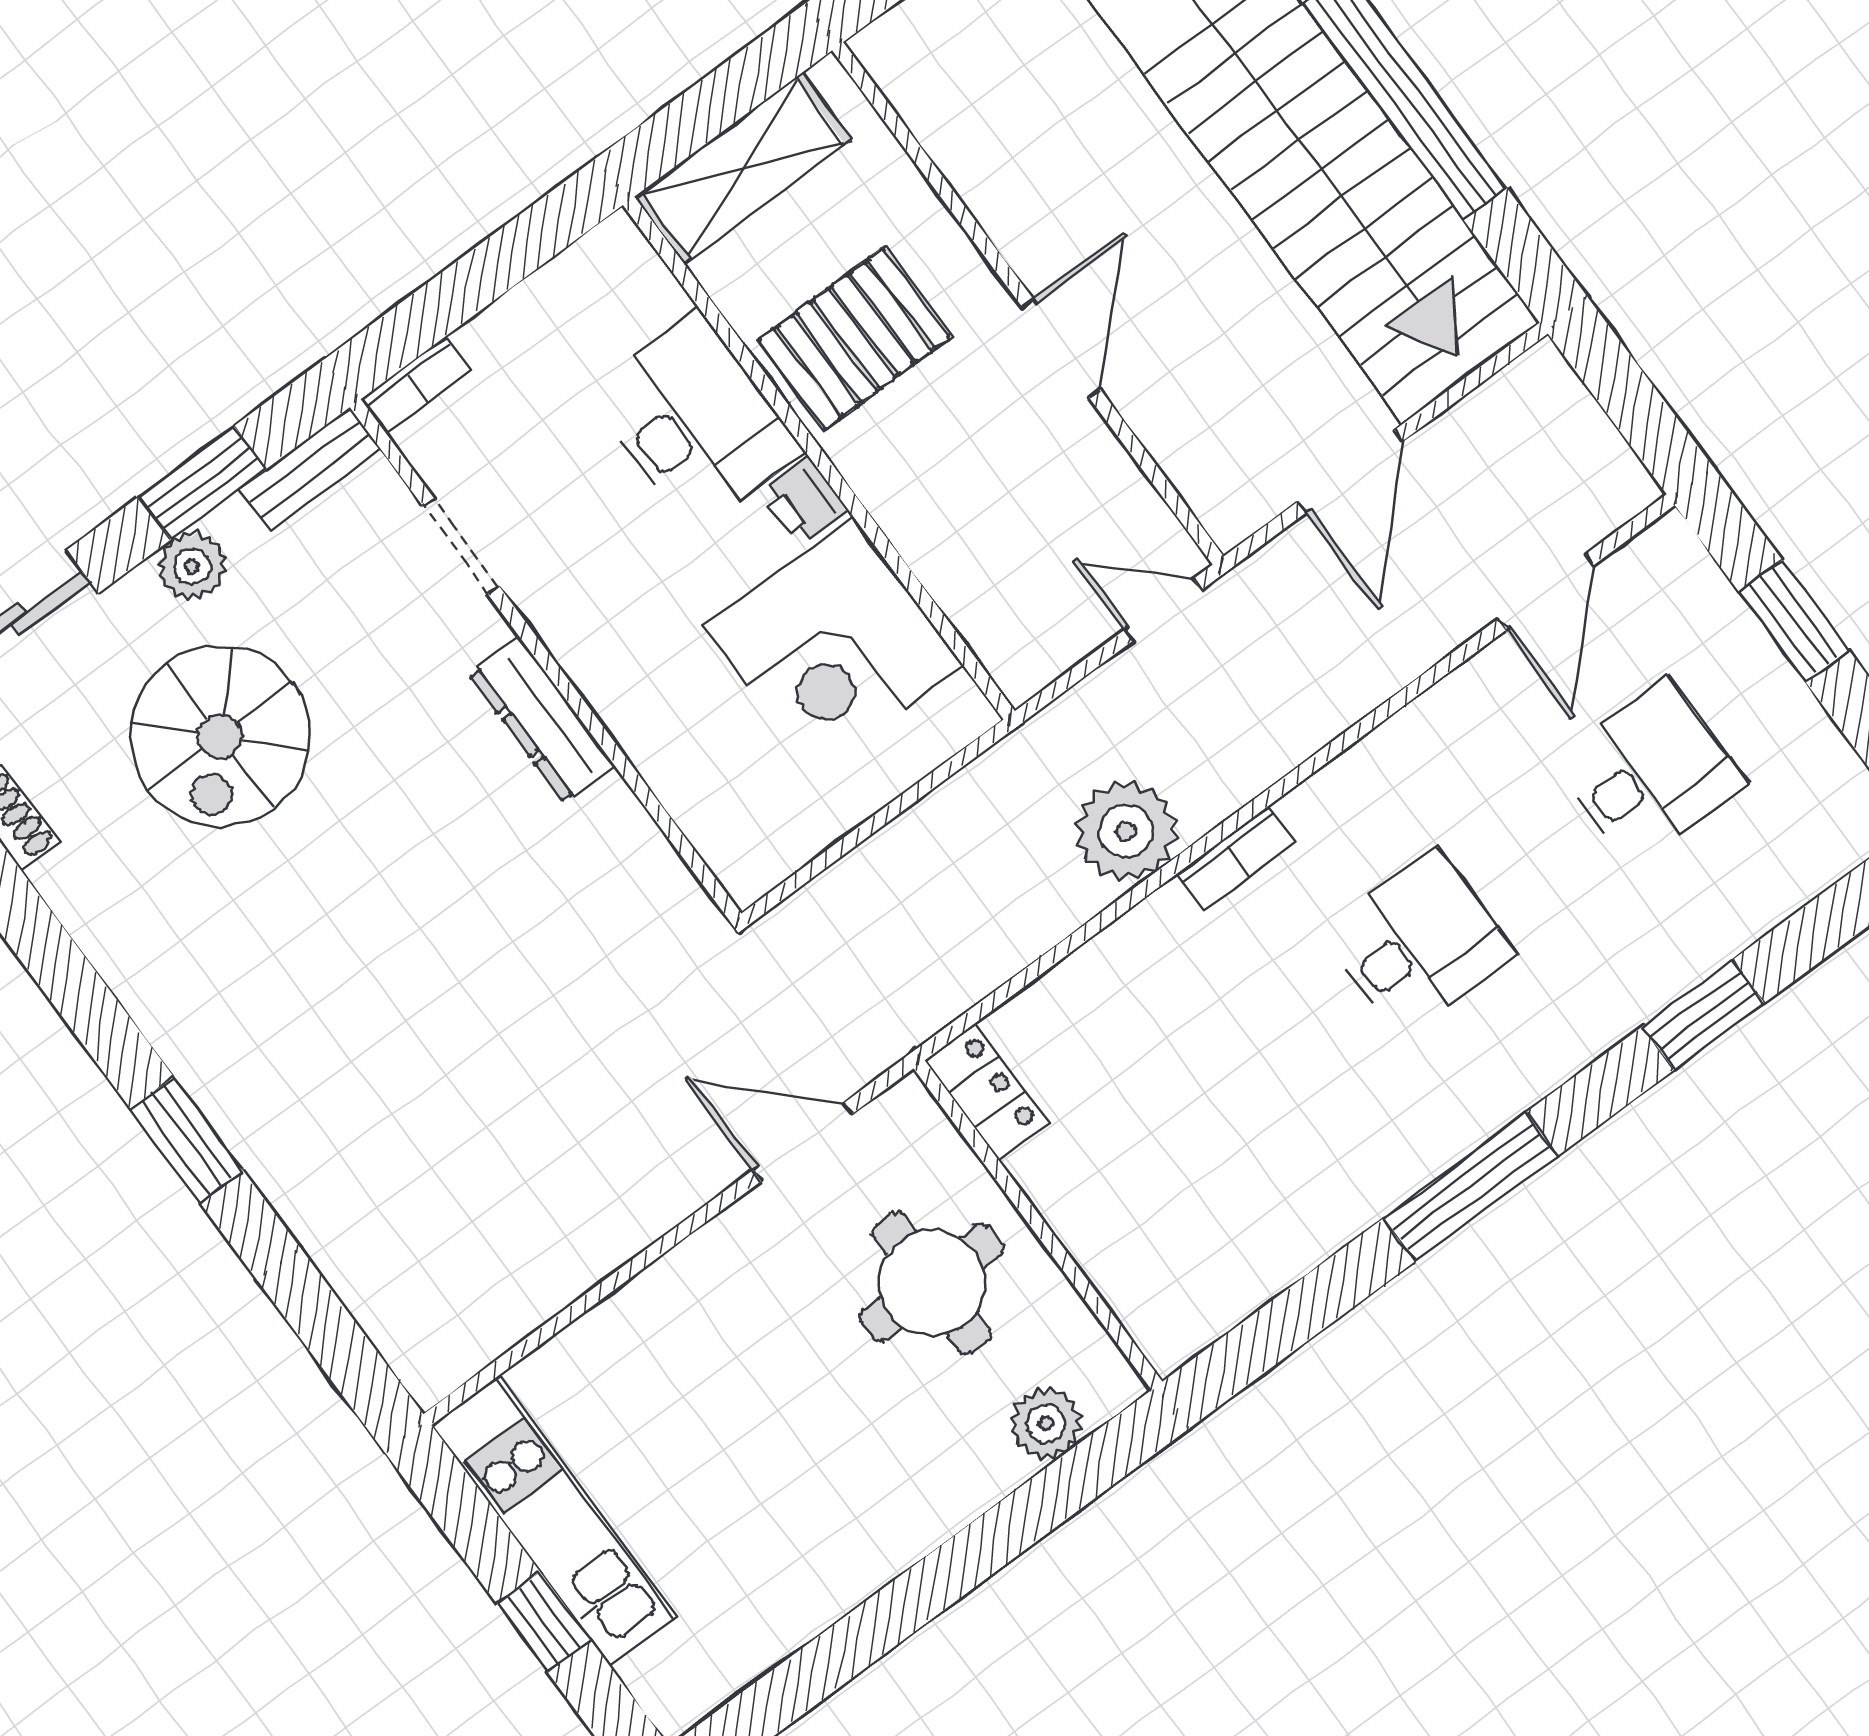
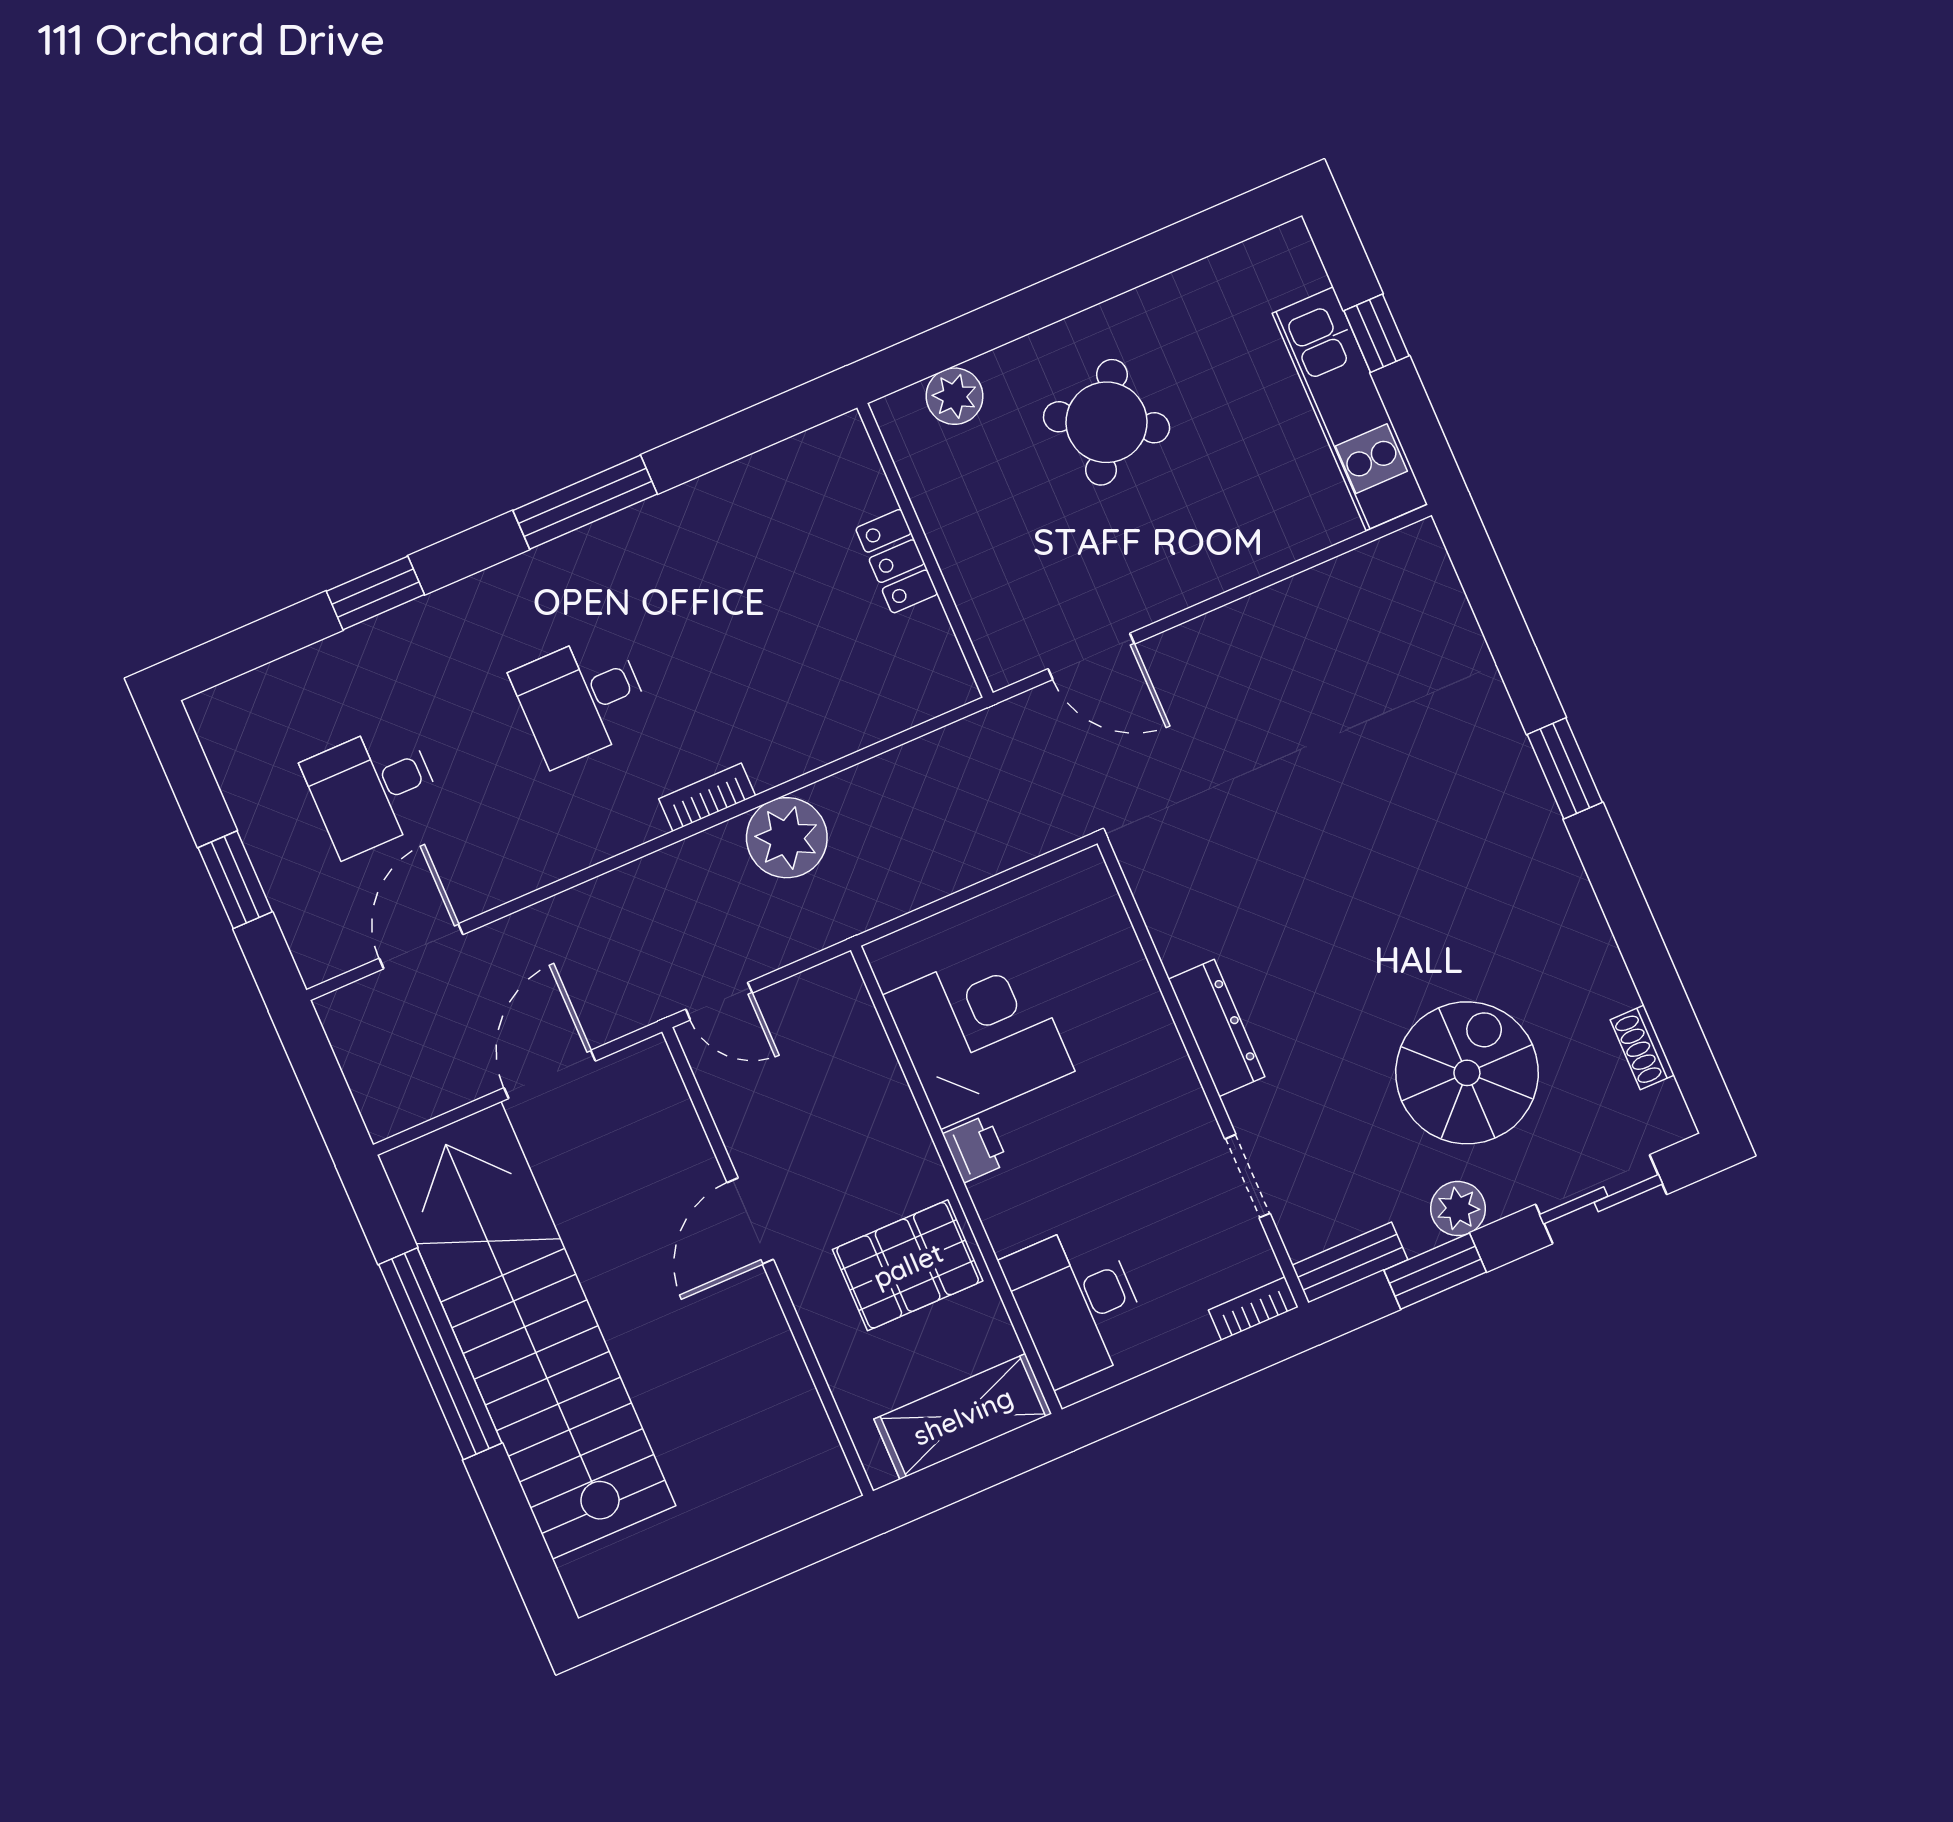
desk: (695, 421) -> (1077, 1304), moved
locker: (987, 1092) -> (897, 561), moved
round table: (932, 1283) -> (1107, 422), moved, turned 30

